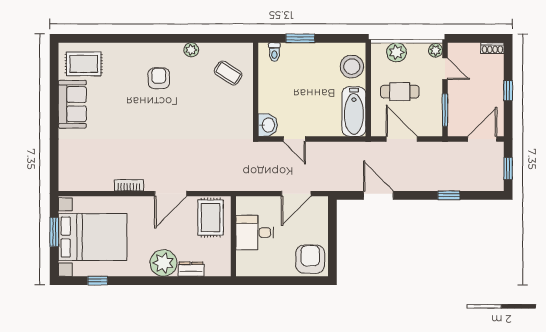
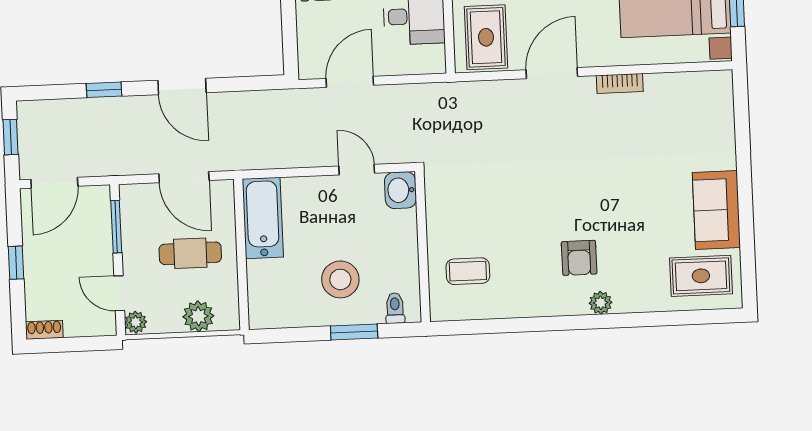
plant: (191, 50) -> (601, 303), moved
stool: (352, 67) -> (340, 279), moved
coffee table: (228, 73) -> (468, 271), turned -33
door: (378, 195) -> (182, 86), moved

